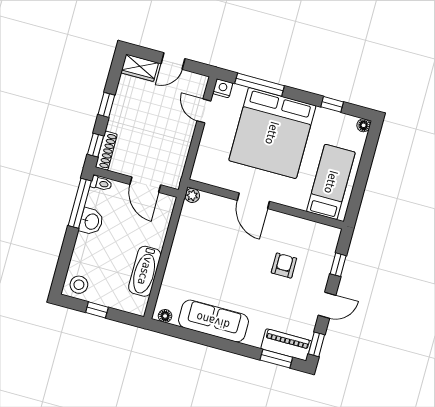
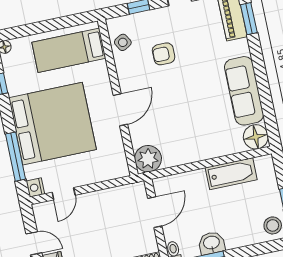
plant: (192, 195) -> (148, 159), width x1.87, depth x1.87
side table: (313, 234) -> (123, 42), added
floor lamp: (165, 316) -> (256, 137), width x1.89, depth x1.89

